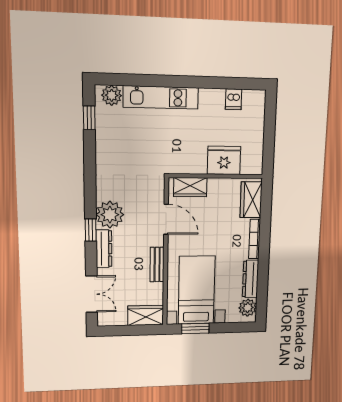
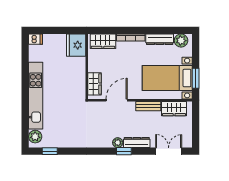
kitchen unit: (161, 97) -> (36, 96), width x1.36
dishwasher: (233, 99) -> (36, 39), moved
fridge: (224, 160) -> (76, 45), moved
plant: (110, 215) -> (118, 143), width x0.53, depth x0.53
wardrobe: (146, 315) -> (174, 109), moved, turned -90

